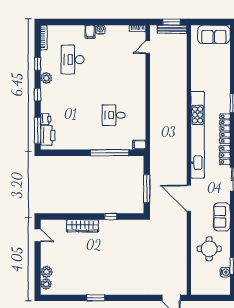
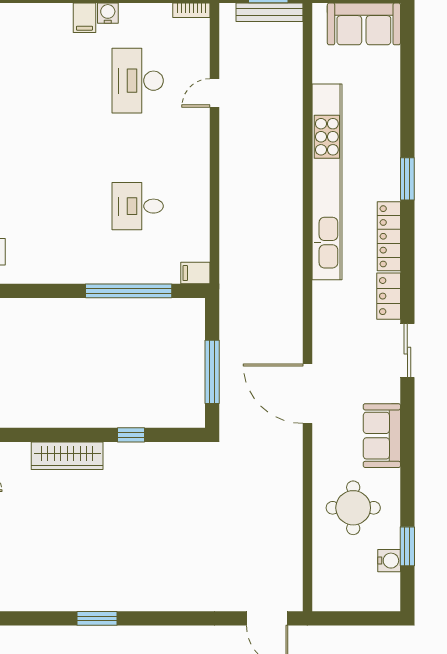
door: (148, 47) -> (215, 93), moved
desk: (73, 60) -> (138, 81), moved
kitchen unit: (198, 135) -> (327, 182), moved

